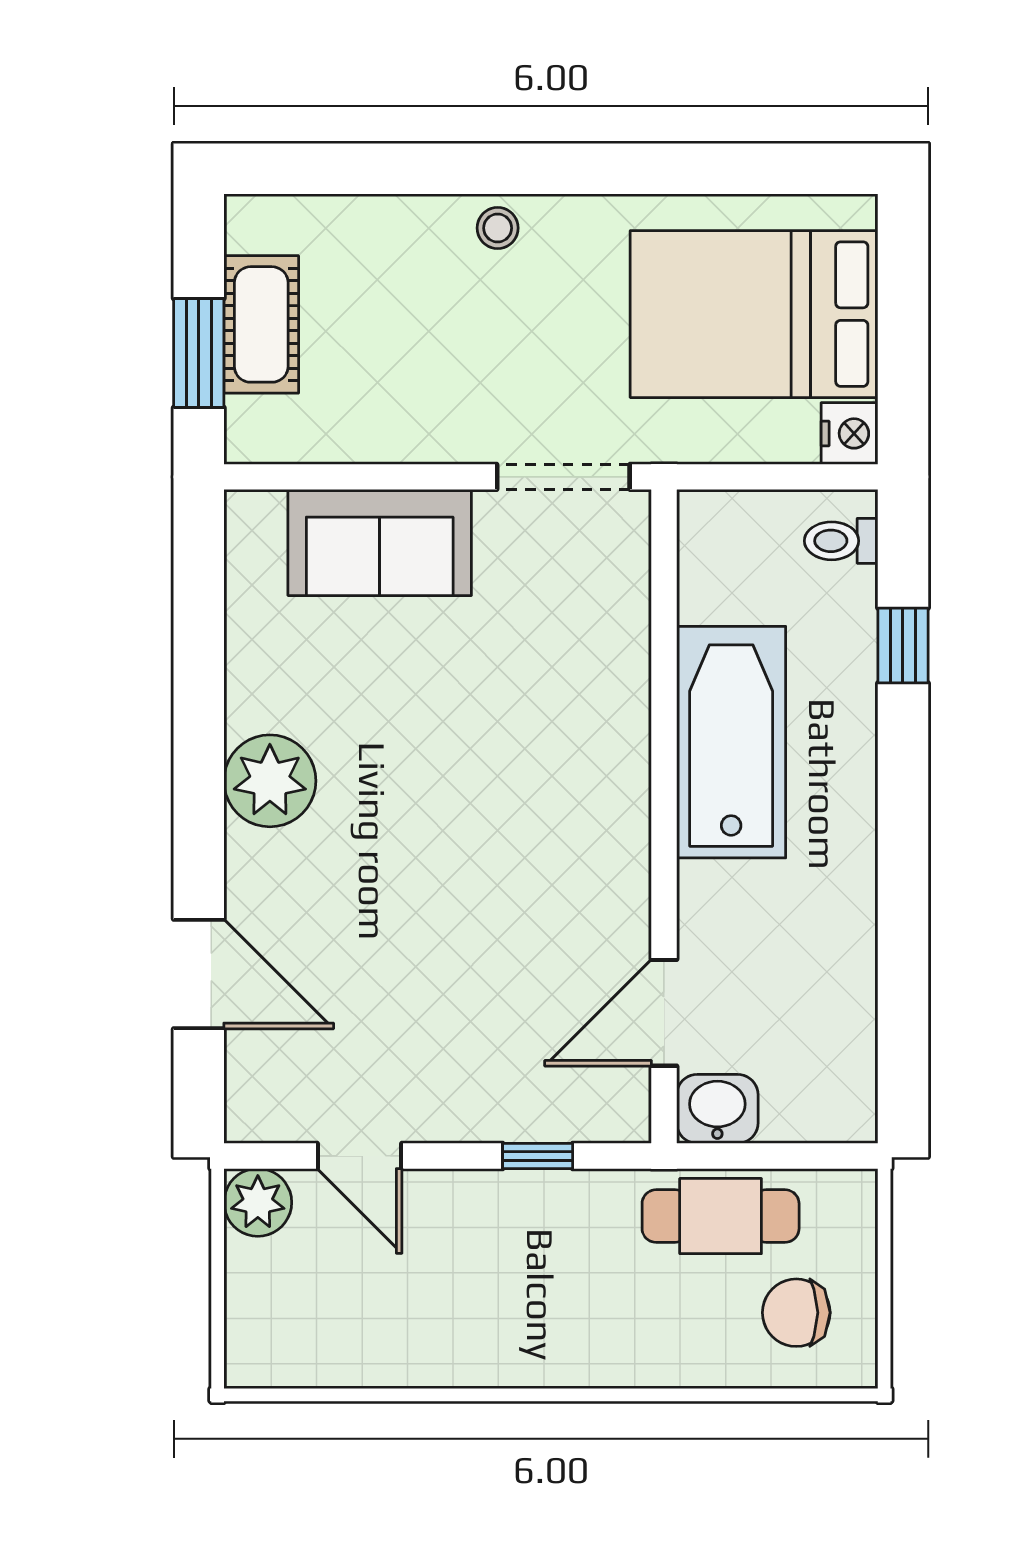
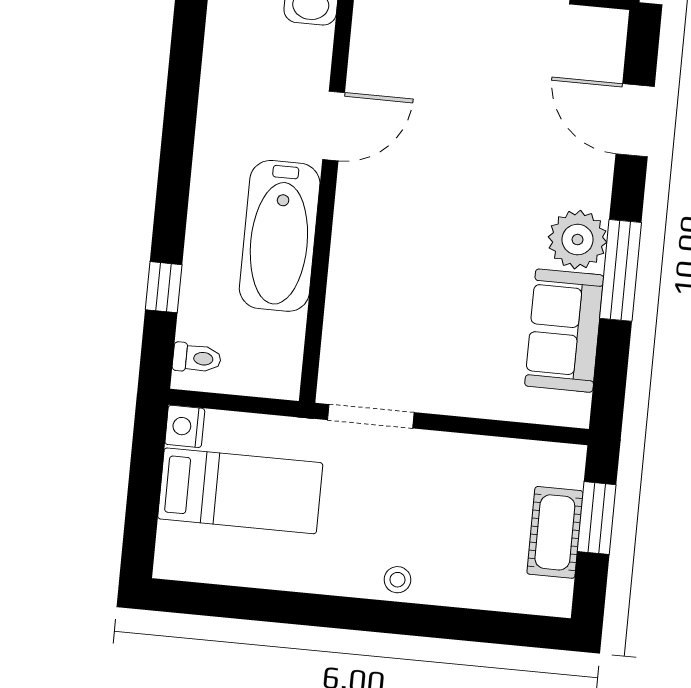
bed: (754, 314) -> (240, 491), width x0.67
sofa: (380, 542) -> (564, 331), moved, turned -90
window: (199, 740) -> (621, 270), added
door: (664, 1013) -> (334, 126), moved

